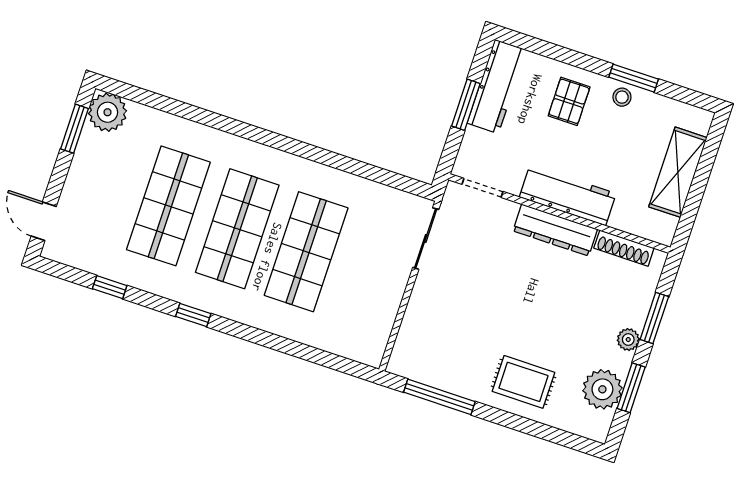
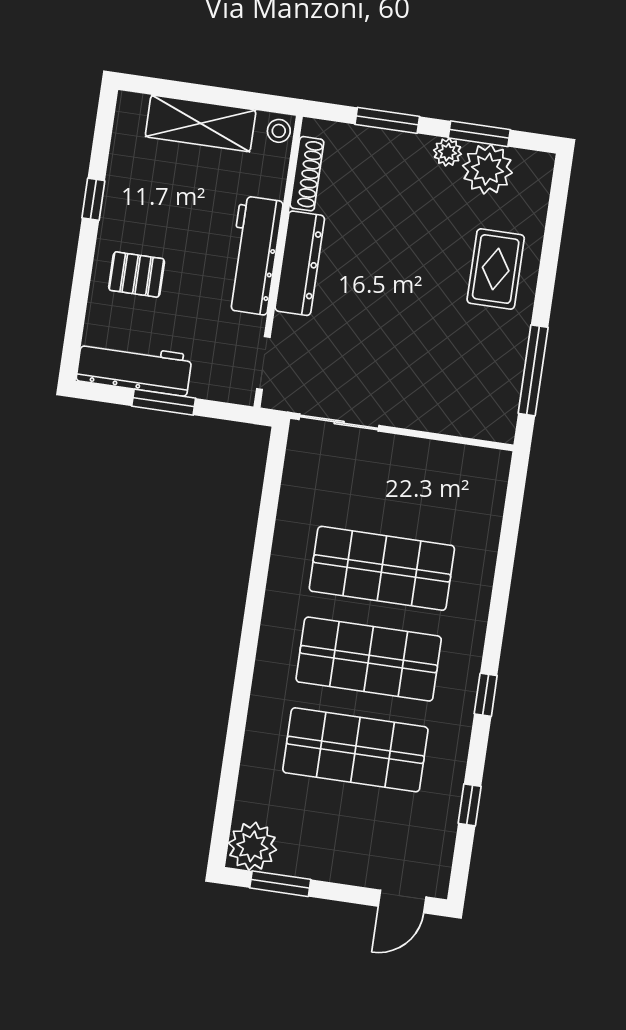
window: (634, 78) -> (93, 199), width x0.67
stool: (622, 97) -> (279, 131), moved
plant: (628, 340) -> (447, 152), moved

